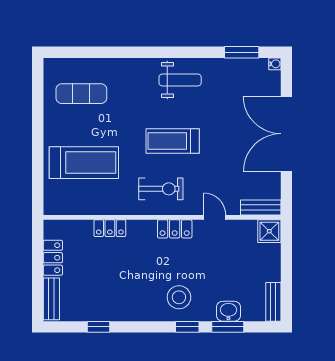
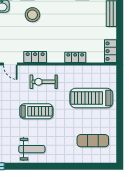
weight bench: (180, 80) -> (32, 149), turned 180
locker: (53, 258) -> (110, 51), moved

